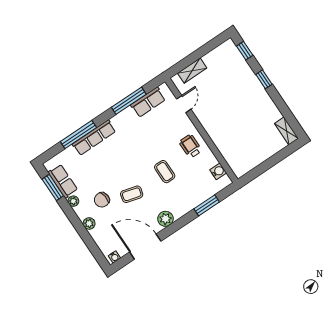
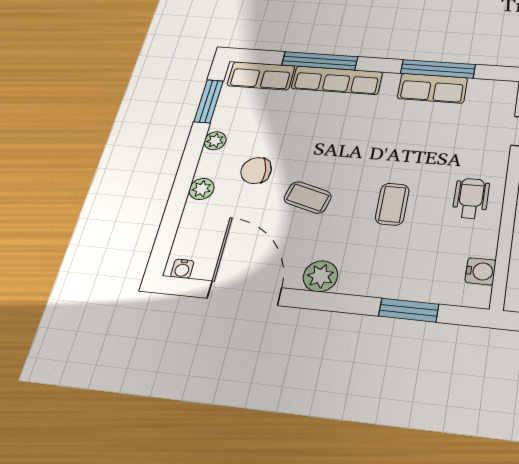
row of seats: (148, 102) -> (432, 88), moved
row of seats: (63, 181) -> (261, 76), moved, turned 90

